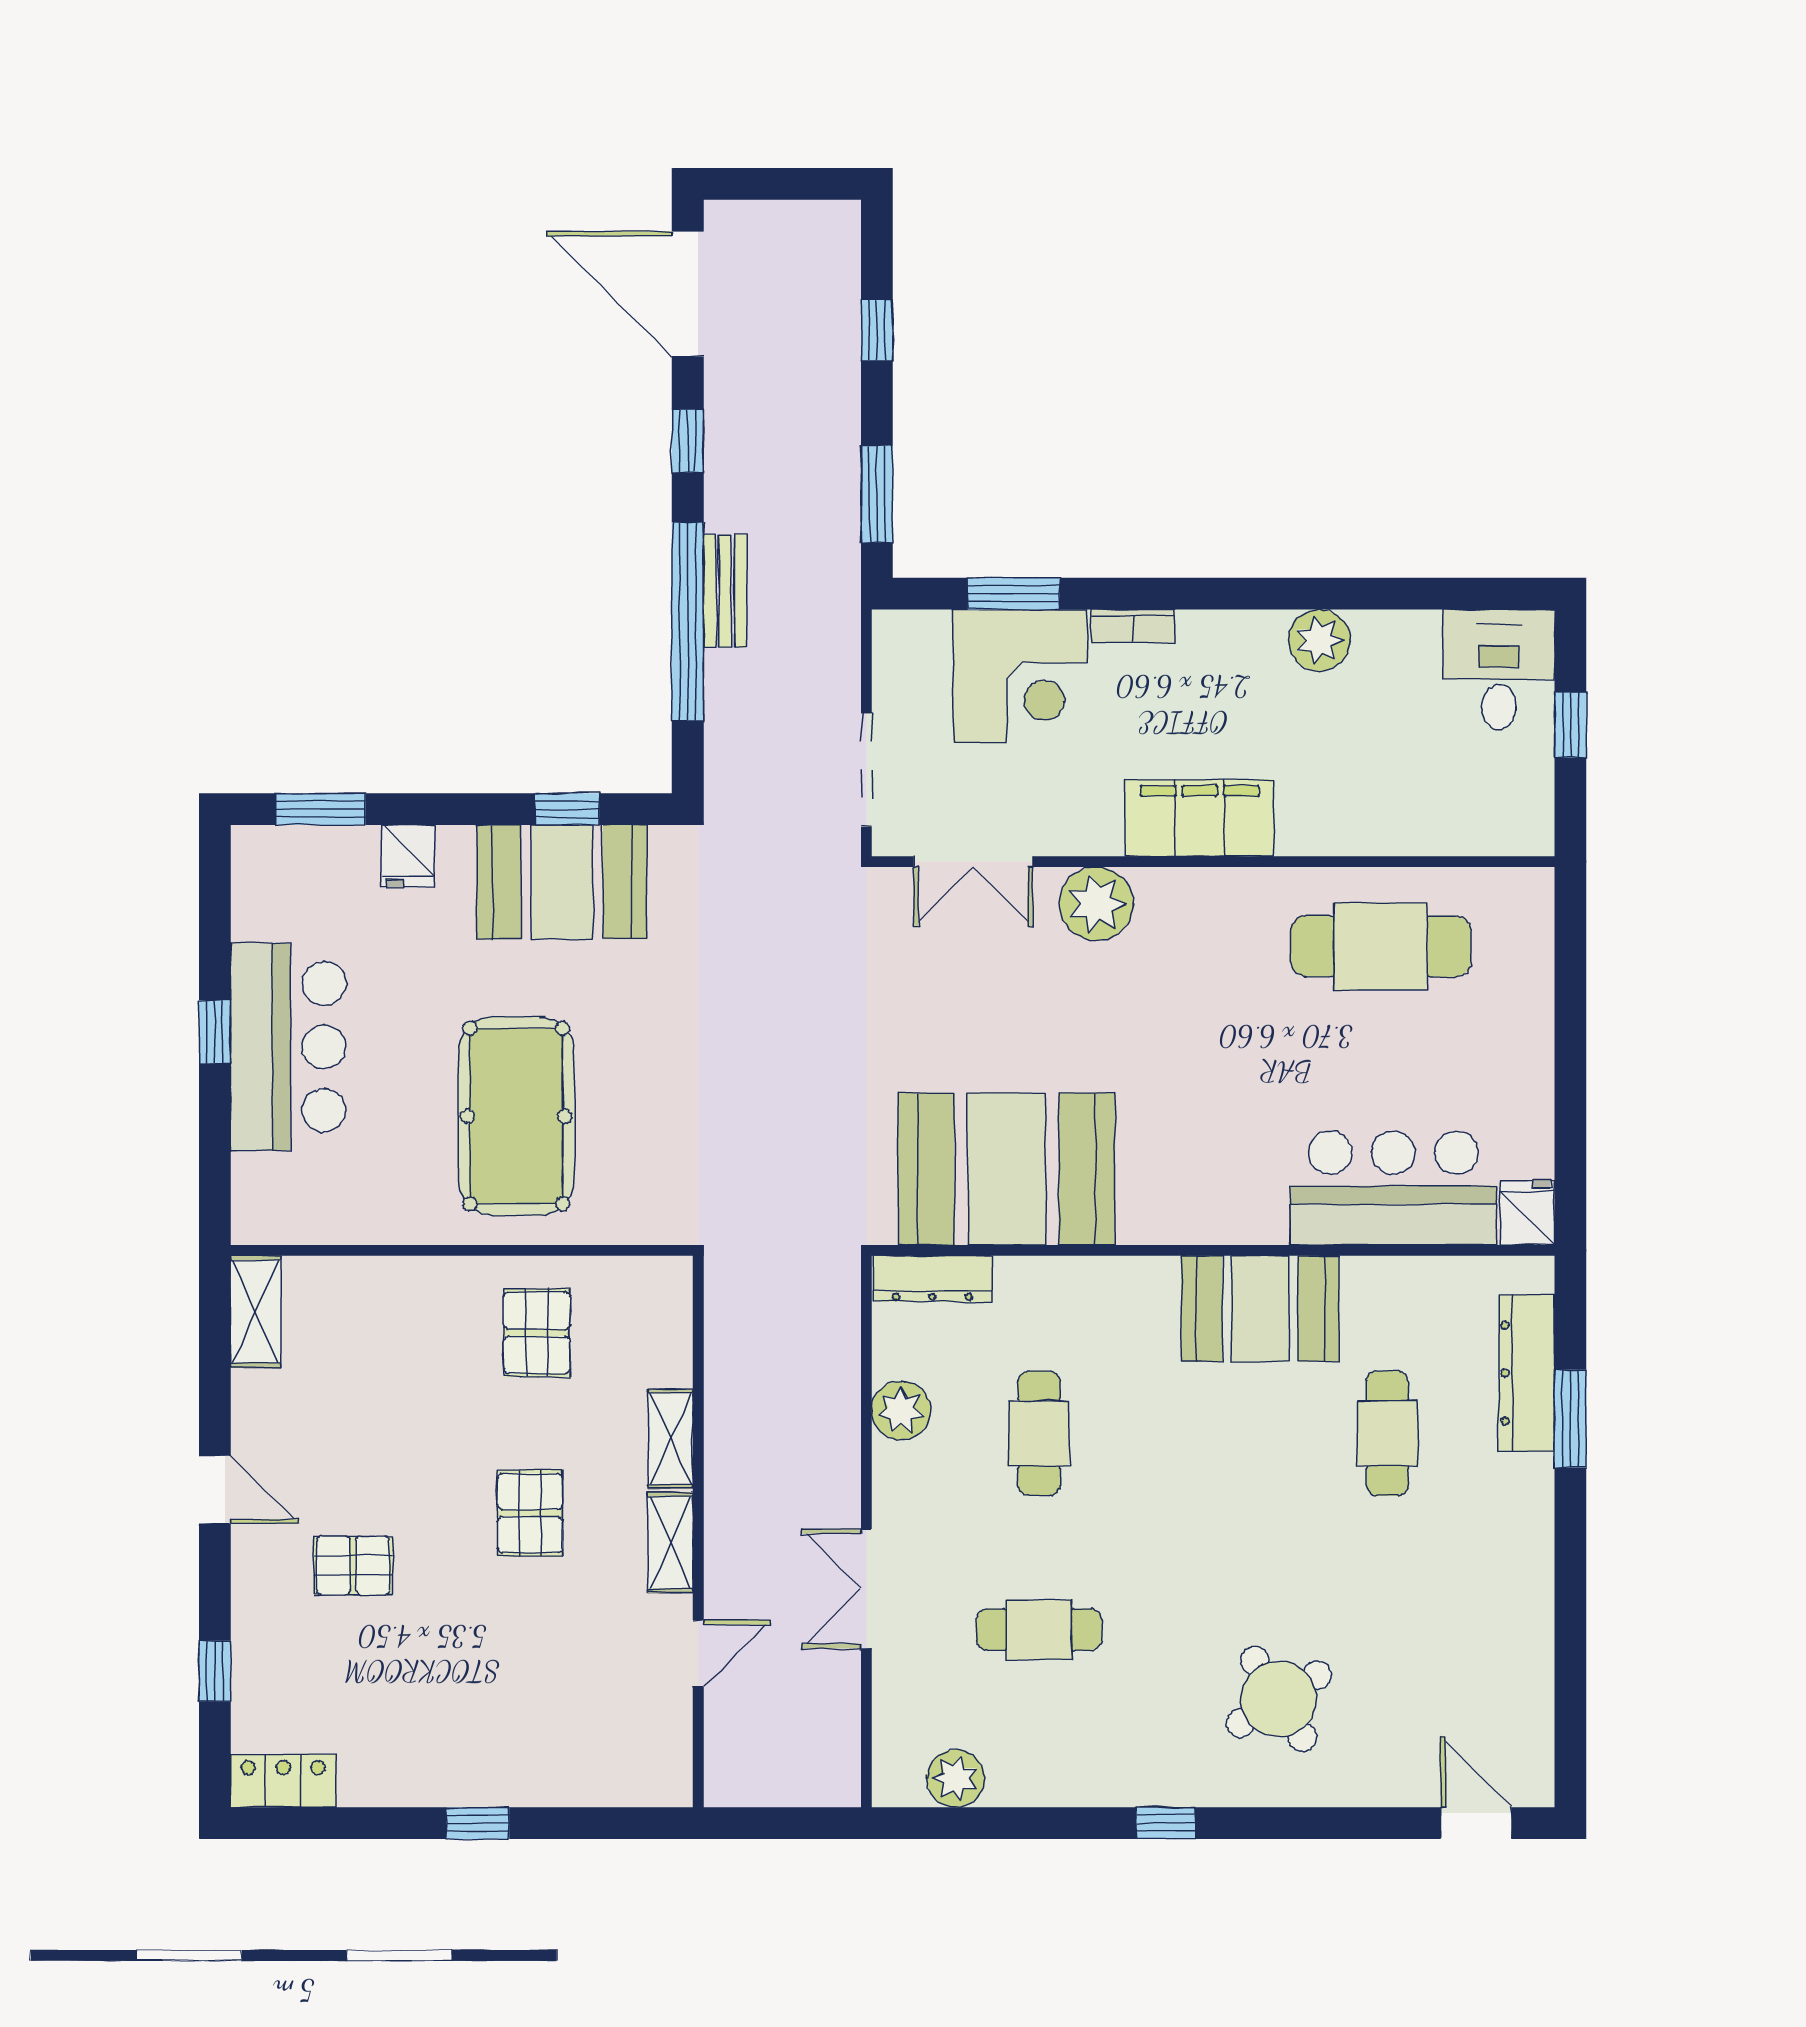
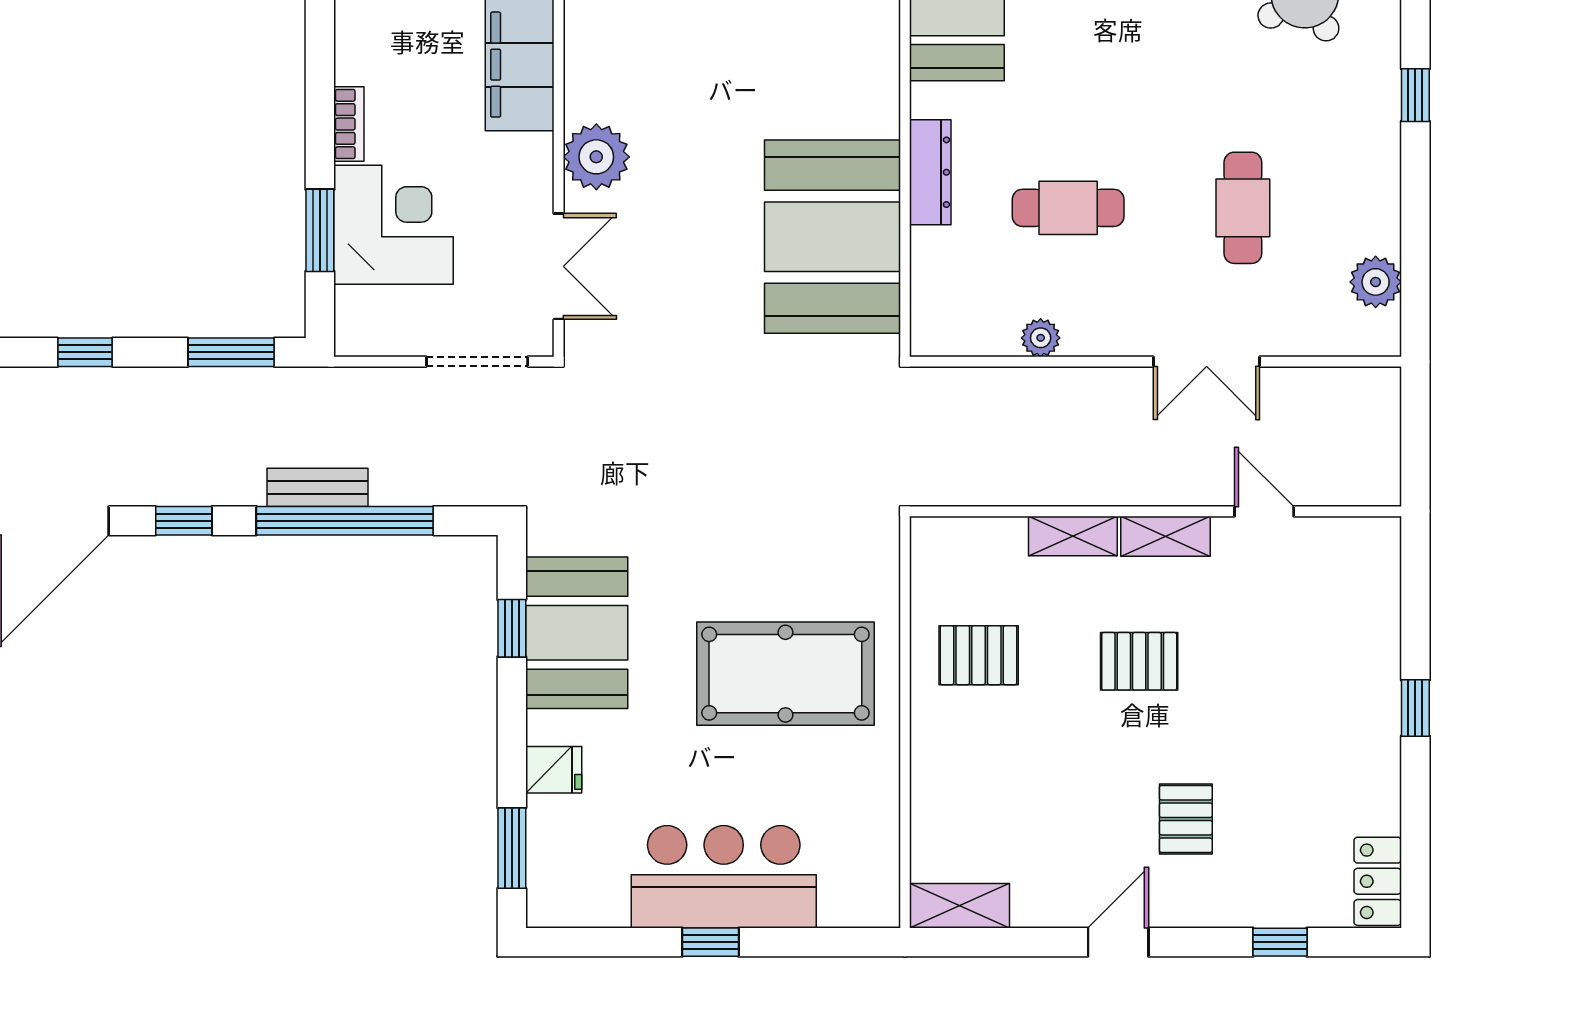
dresser: (932, 1279) -> (930, 172), moved
plant: (901, 1411) -> (1041, 338), width x0.73, depth x0.73

